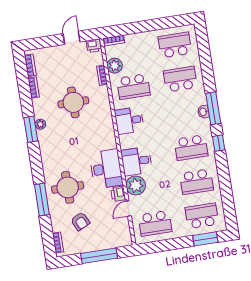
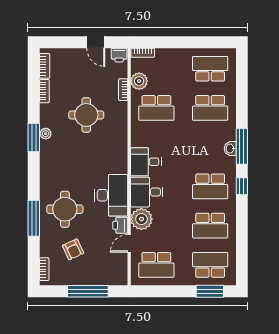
door: (72, 38) -> (96, 42), swing flipped
school desk: (180, 79) -> (210, 108), turned 180
desk: (129, 120) -> (146, 162), moved

